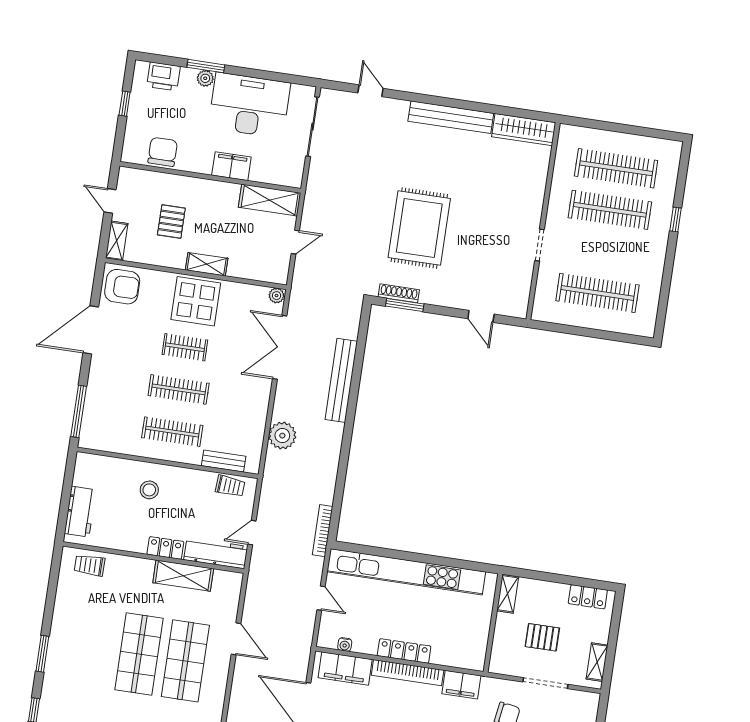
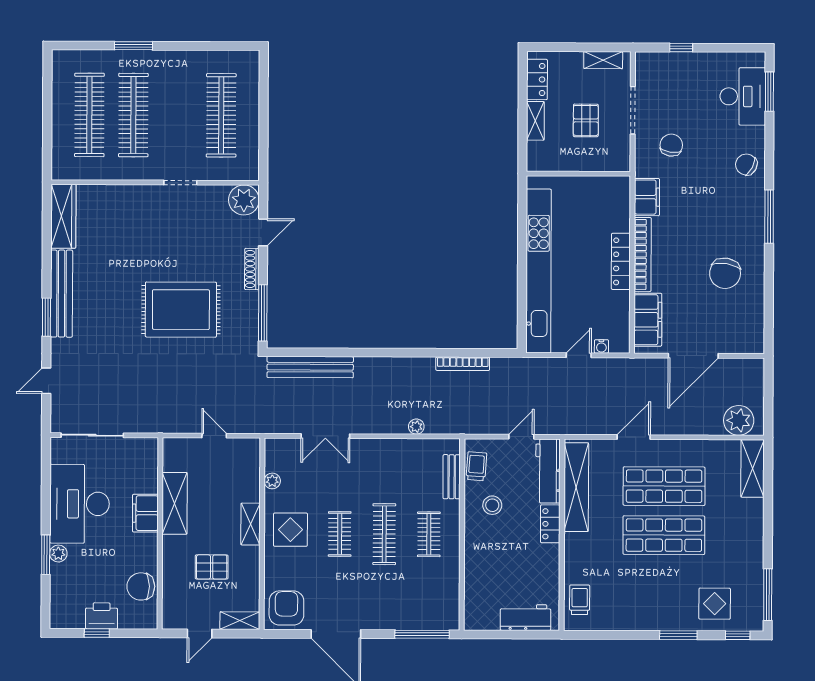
printer: (163, 76) -> (102, 616), moved, turned -90
window: (431, 100) -> (46, 317), added
shelving: (270, 200) -> (175, 503), moved
window: (676, 219) -> (133, 46), width x1.50
shoe rack: (399, 293) -> (252, 269), moved
plant: (276, 296) -> (272, 481), moved
display table: (196, 301) -> (290, 530), width x0.73, depth x0.73
plant: (514, 303) -> (244, 200), added
window: (405, 305) -> (263, 313), width x1.44
double door: (280, 347) -> (325, 436), width x0.73
bench: (341, 380) -> (310, 367), moved
clothes rail: (172, 432) -> (429, 534), width x0.73
plant: (282, 436) -> (416, 427), width x0.53, depth x0.53
stool: (149, 490) -> (492, 505), moved
bookcase: (323, 531) -> (463, 364), moved
door: (252, 533) -> (521, 437), swing flipped
trolley: (90, 565) -> (580, 600), turned 180
shelving: (183, 576) -> (576, 487), width x1.47
shelving: (508, 594) -> (535, 121), moved, turned 90
water cooler: (345, 644) -> (601, 346), moved, turned 90
display table: (67, 693) -> (715, 604), added

